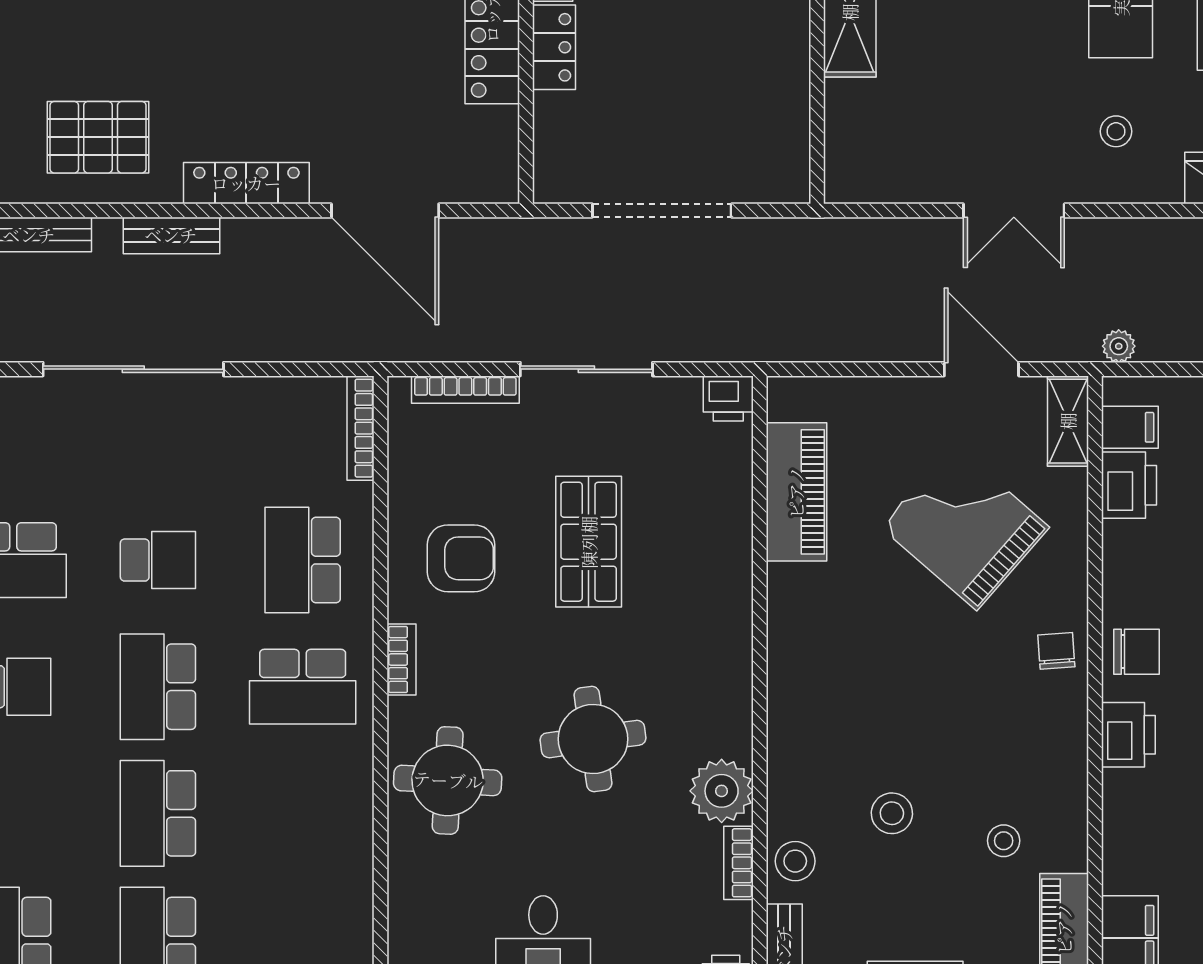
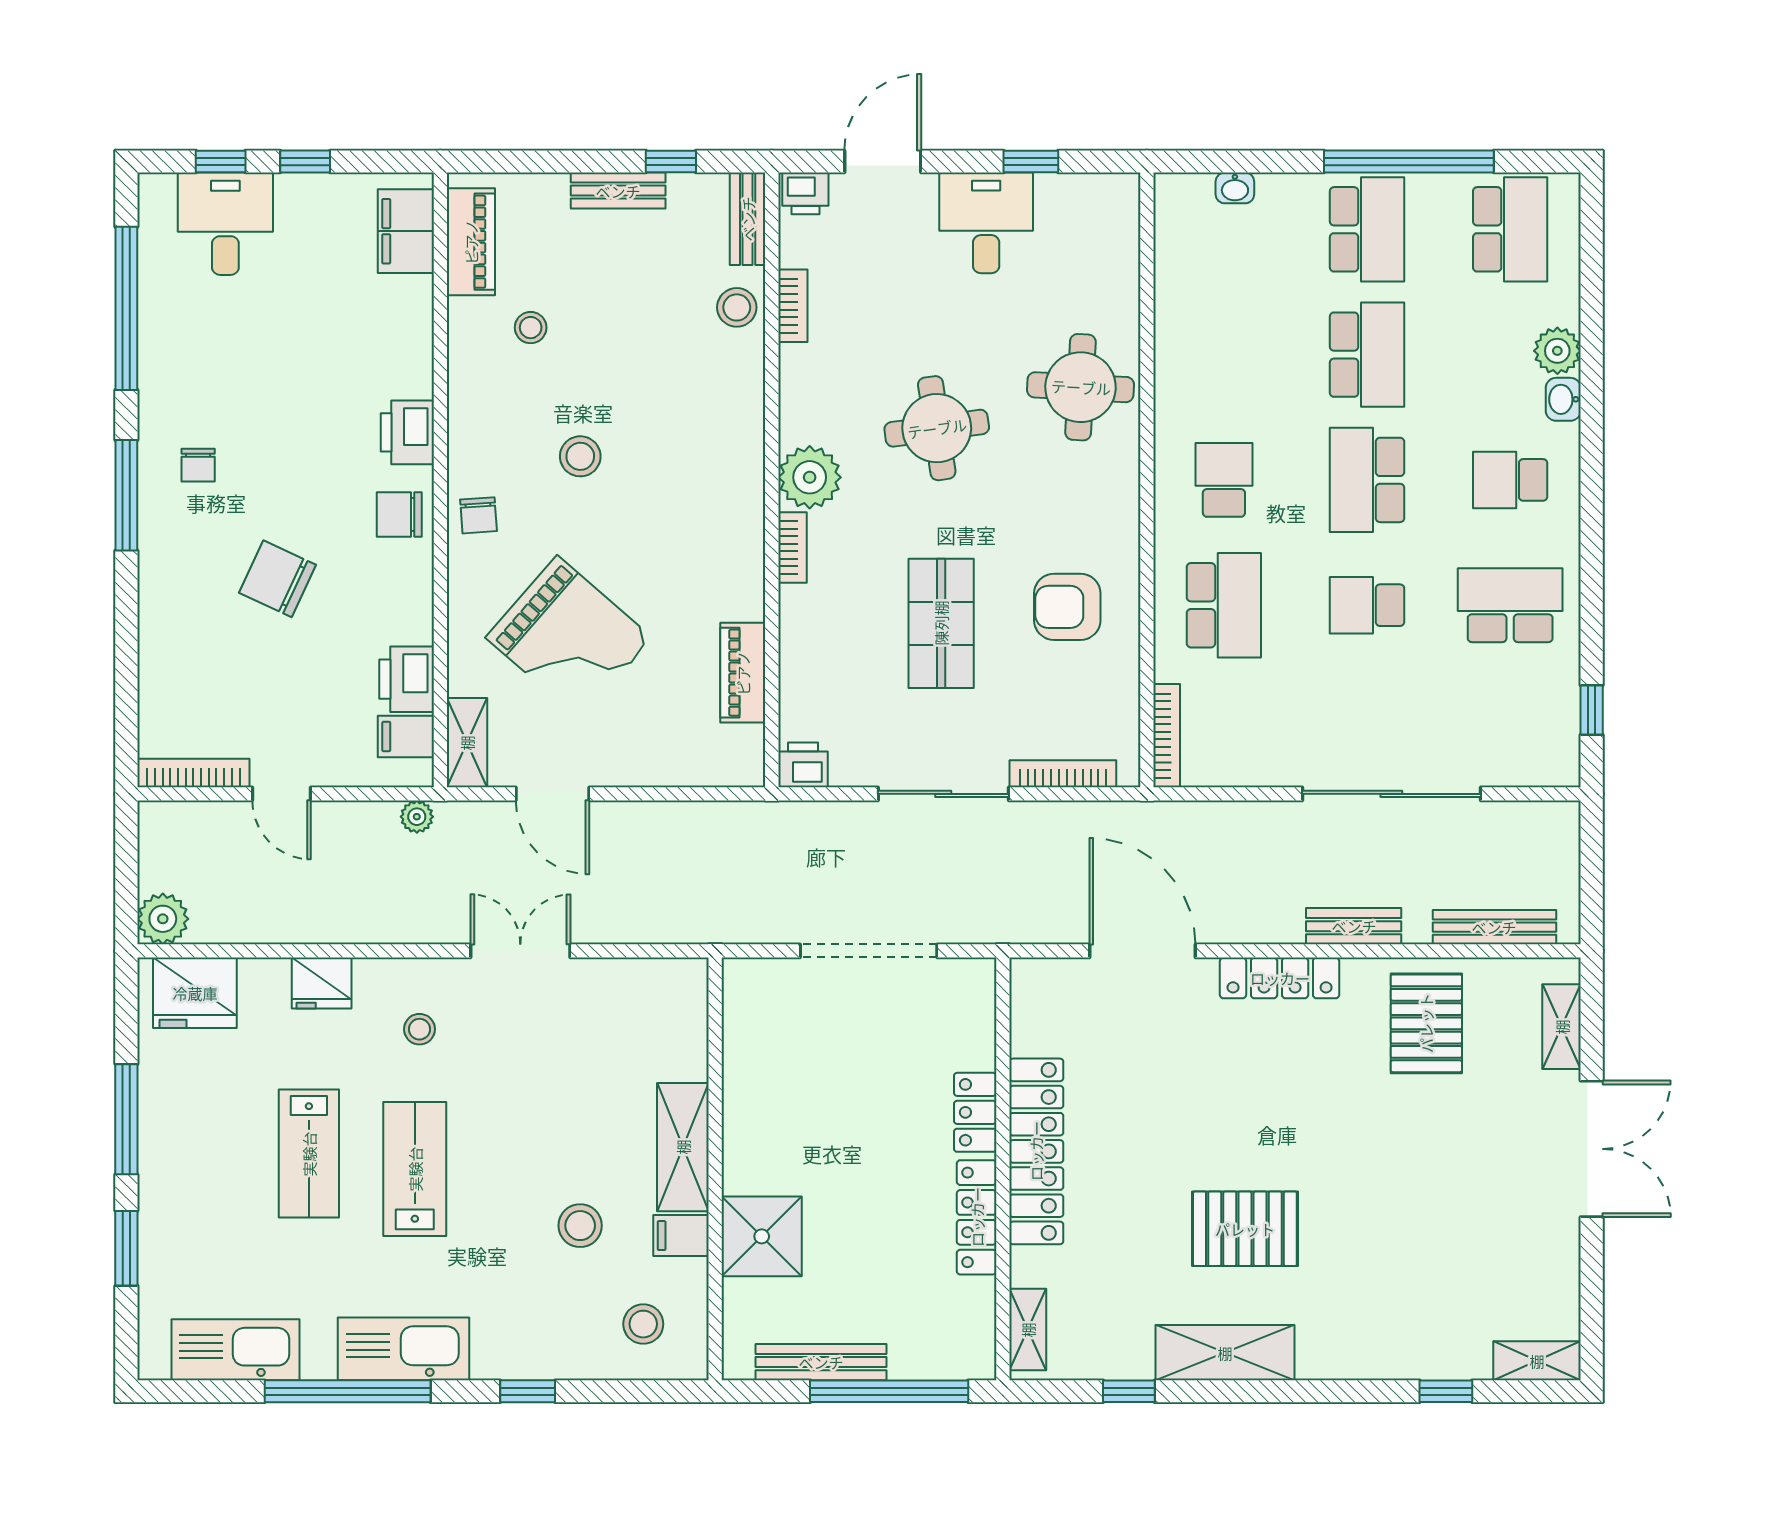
pallet: (98, 137) -> (1426, 1023), turned 90
piano: (796, 492) -> (743, 673), width x0.73, depth x0.75
bookcase: (402, 660) -> (792, 547), moved, turned 180
school desk: (158, 687) -> (1367, 480), turned 180
school desk: (303, 687) -> (1224, 480), width x0.54
plant: (722, 791) -> (810, 477), moved
stool: (892, 813) -> (580, 456), moved

